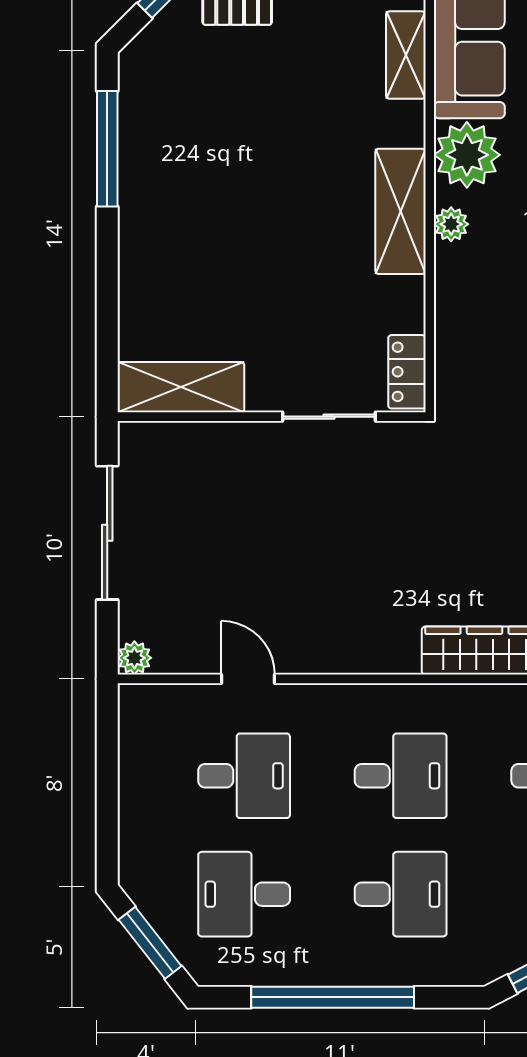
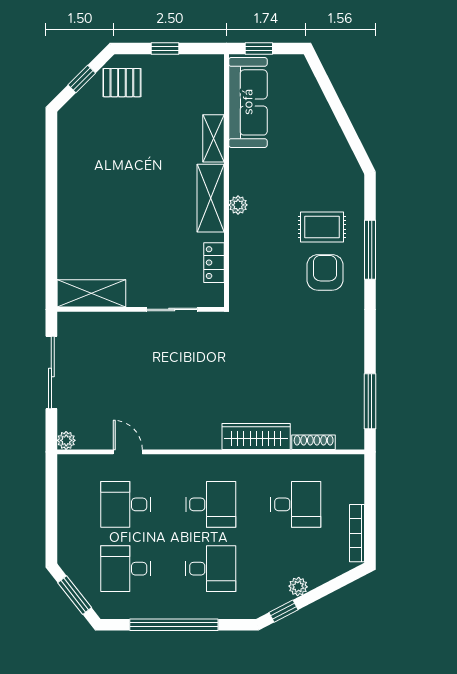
shelving: (406, 55) -> (214, 138), moved
window: (107, 149) -> (51, 164), removed
plant: (467, 155) -> (247, 167), removed
locker: (407, 372) -> (214, 263), moved
desk: (244, 776) -> (126, 504), turned 180

